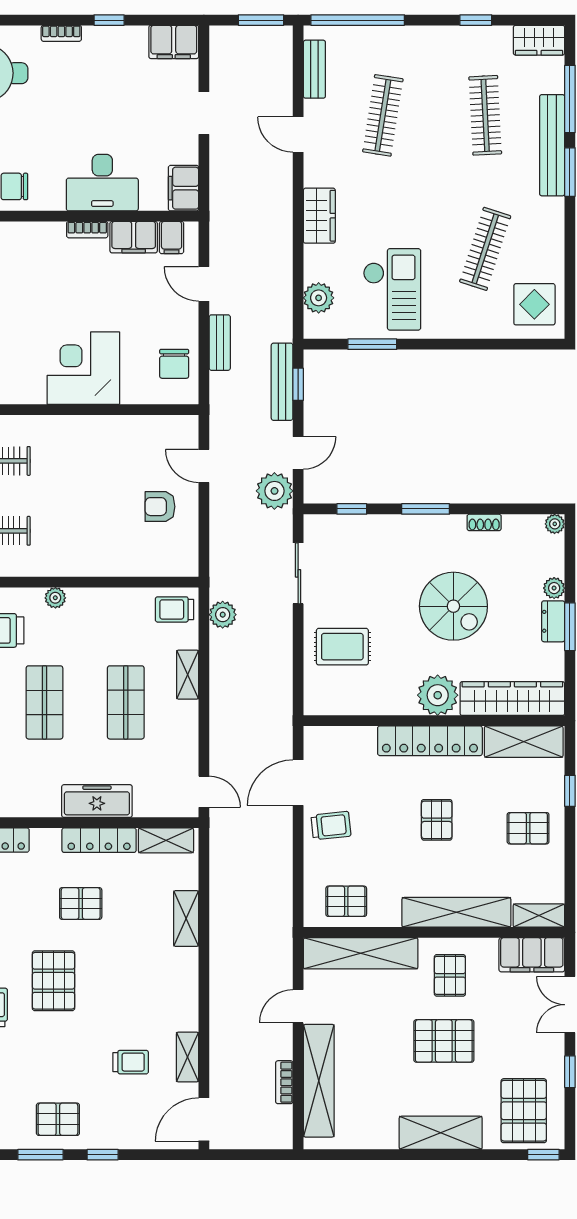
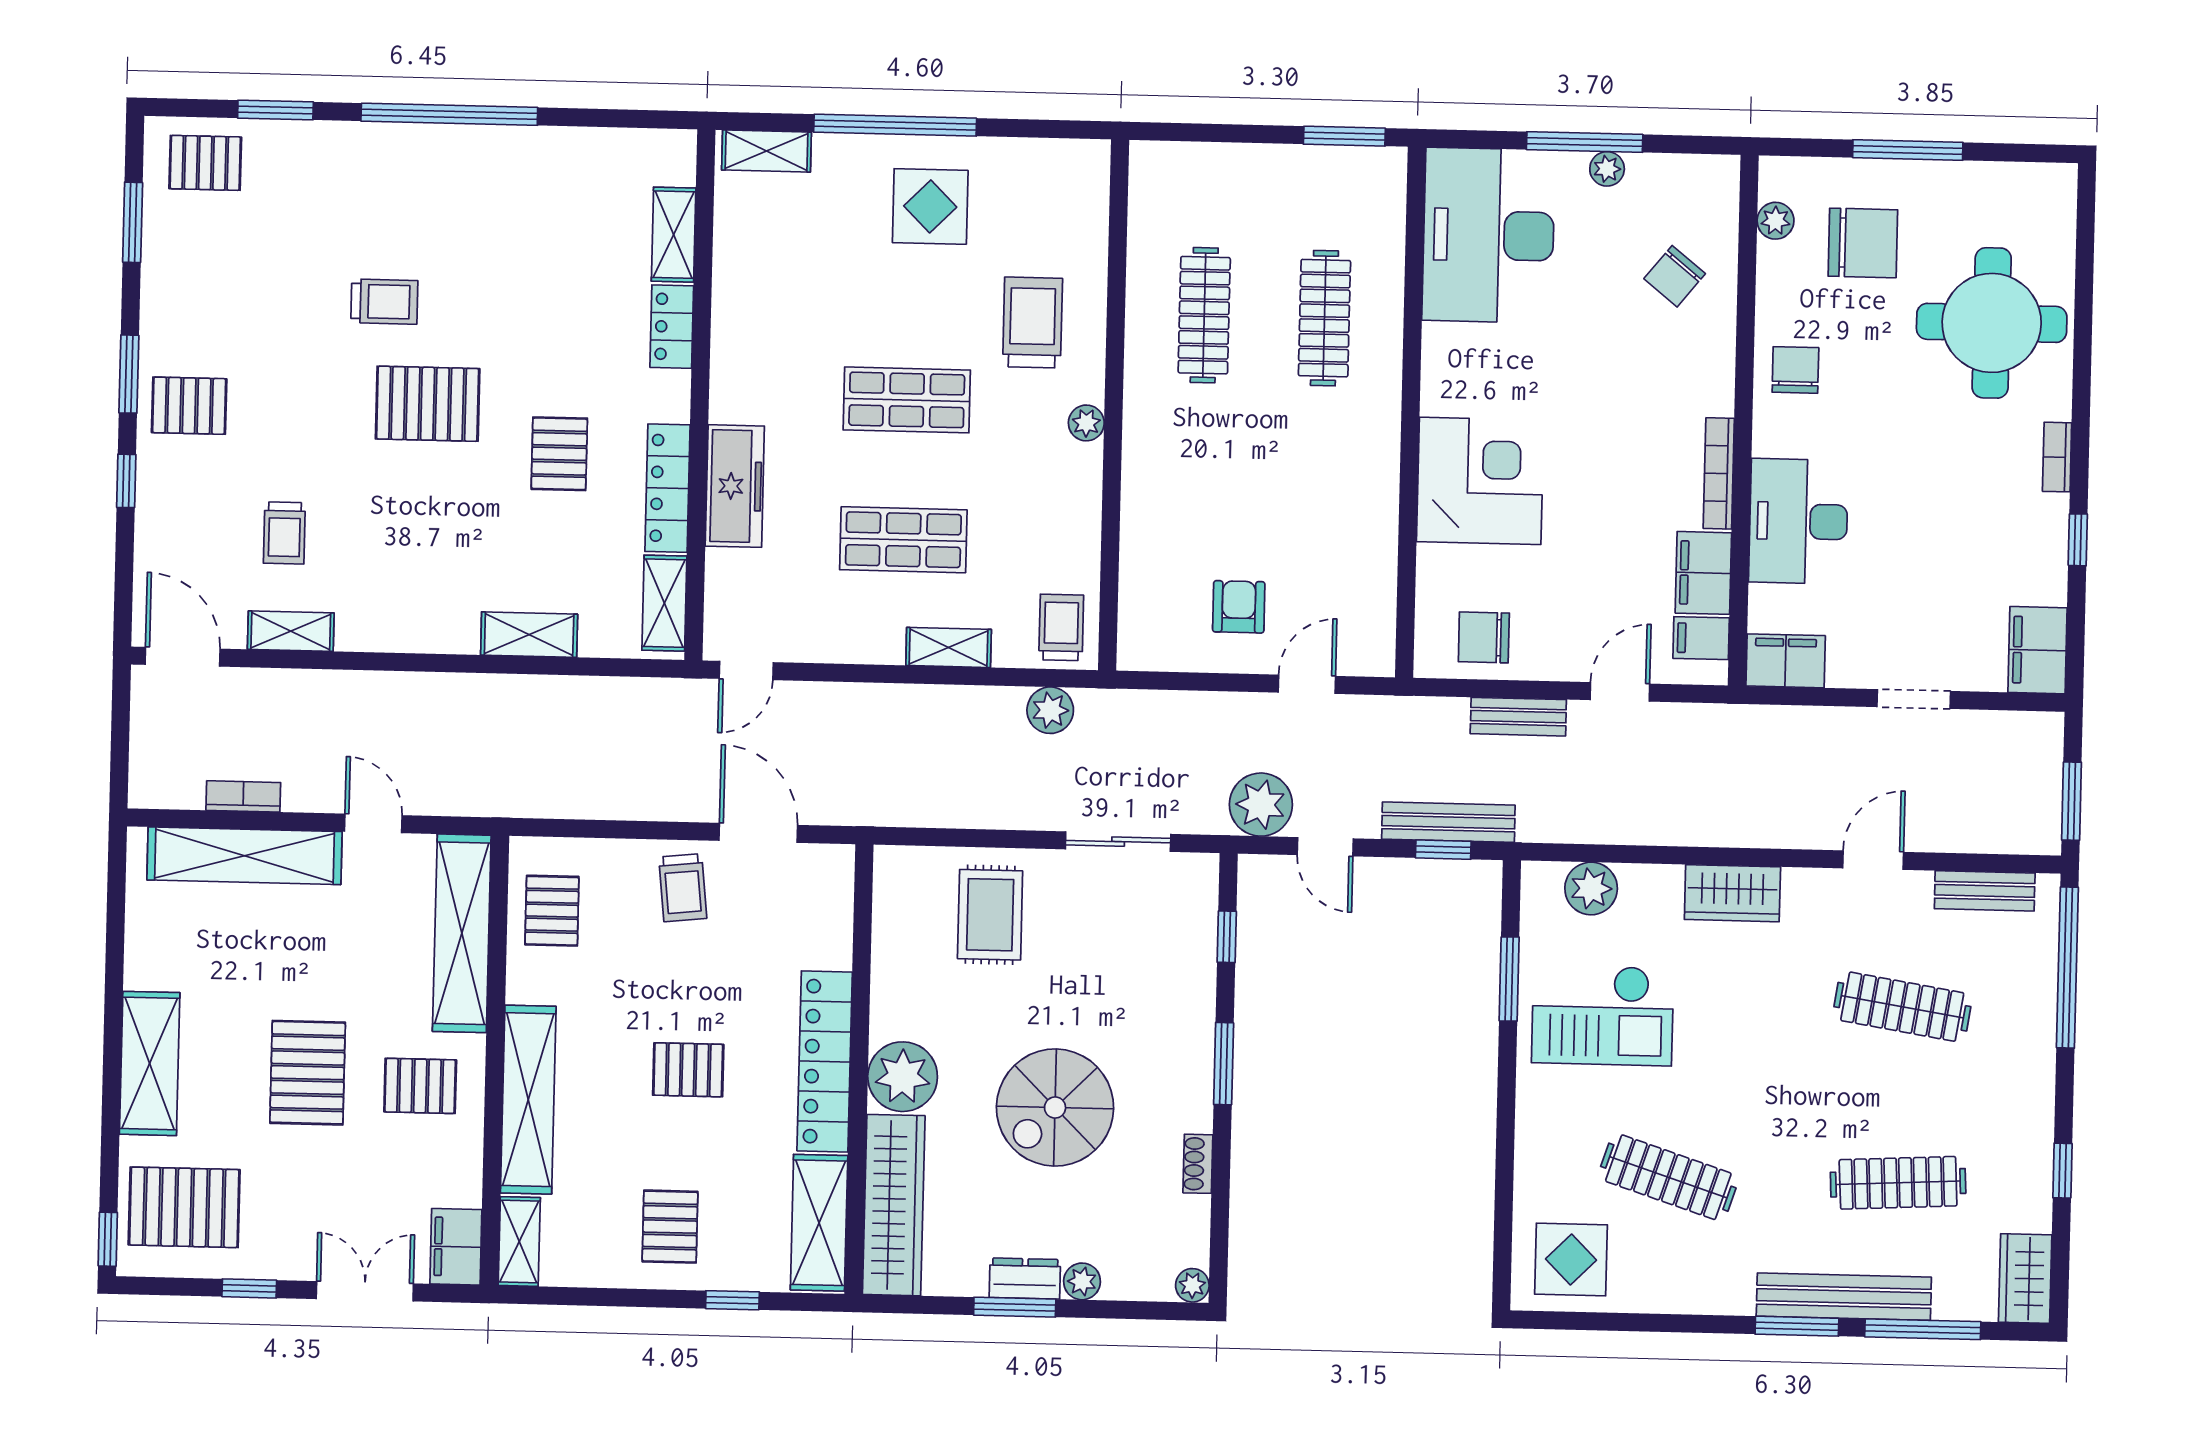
bookcase: (87, 230) -> (1719, 473), width x1.56
filing cabinet: (532, 955) -> (456, 1247), width x0.67, depth x0.86
pallet: (58, 1119) -> (189, 406), turned 90

